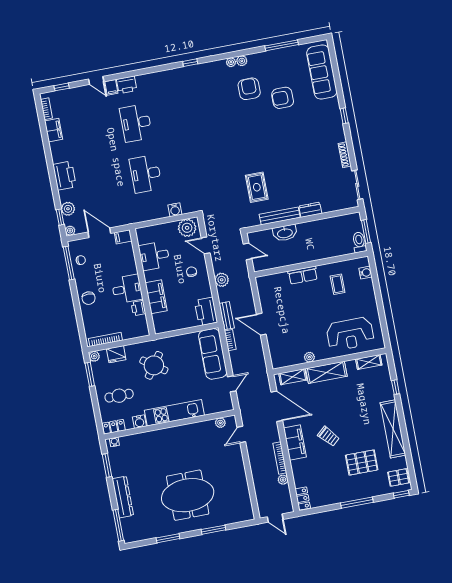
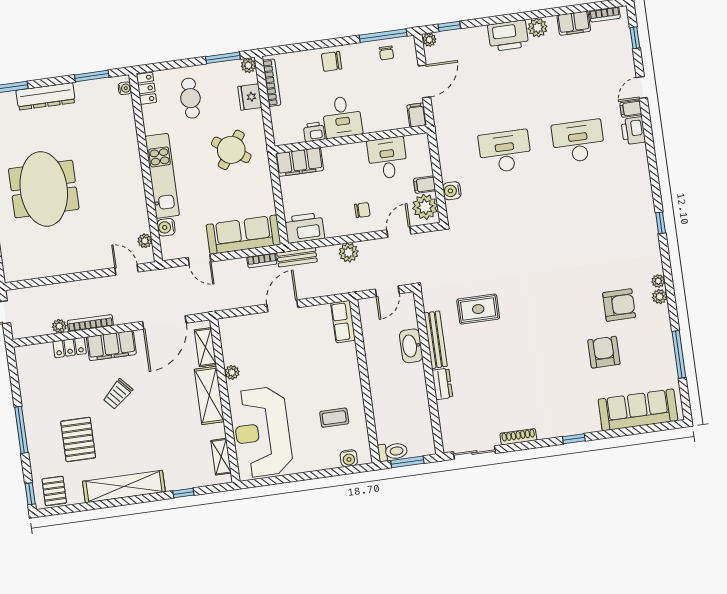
plant: (68, 209) -> (538, 28), moved
filing cabinet: (172, 229) -> (425, 185), added
row of seats: (303, 275) -> (343, 322), moved
filing cabinet: (156, 297) -> (300, 162), moved
reception desk: (350, 334) -> (262, 432), width x1.36, depth x1.30
water cooler: (139, 422) -> (166, 227), moved
locker: (303, 498) -> (70, 347), moved

